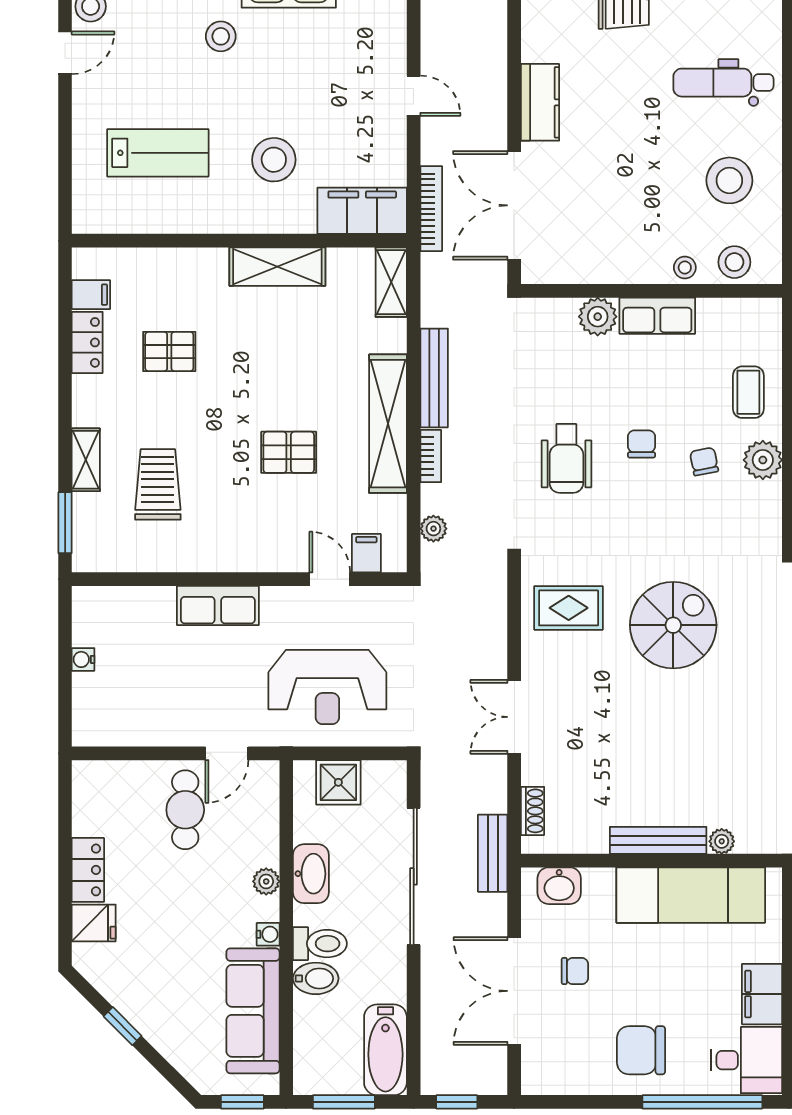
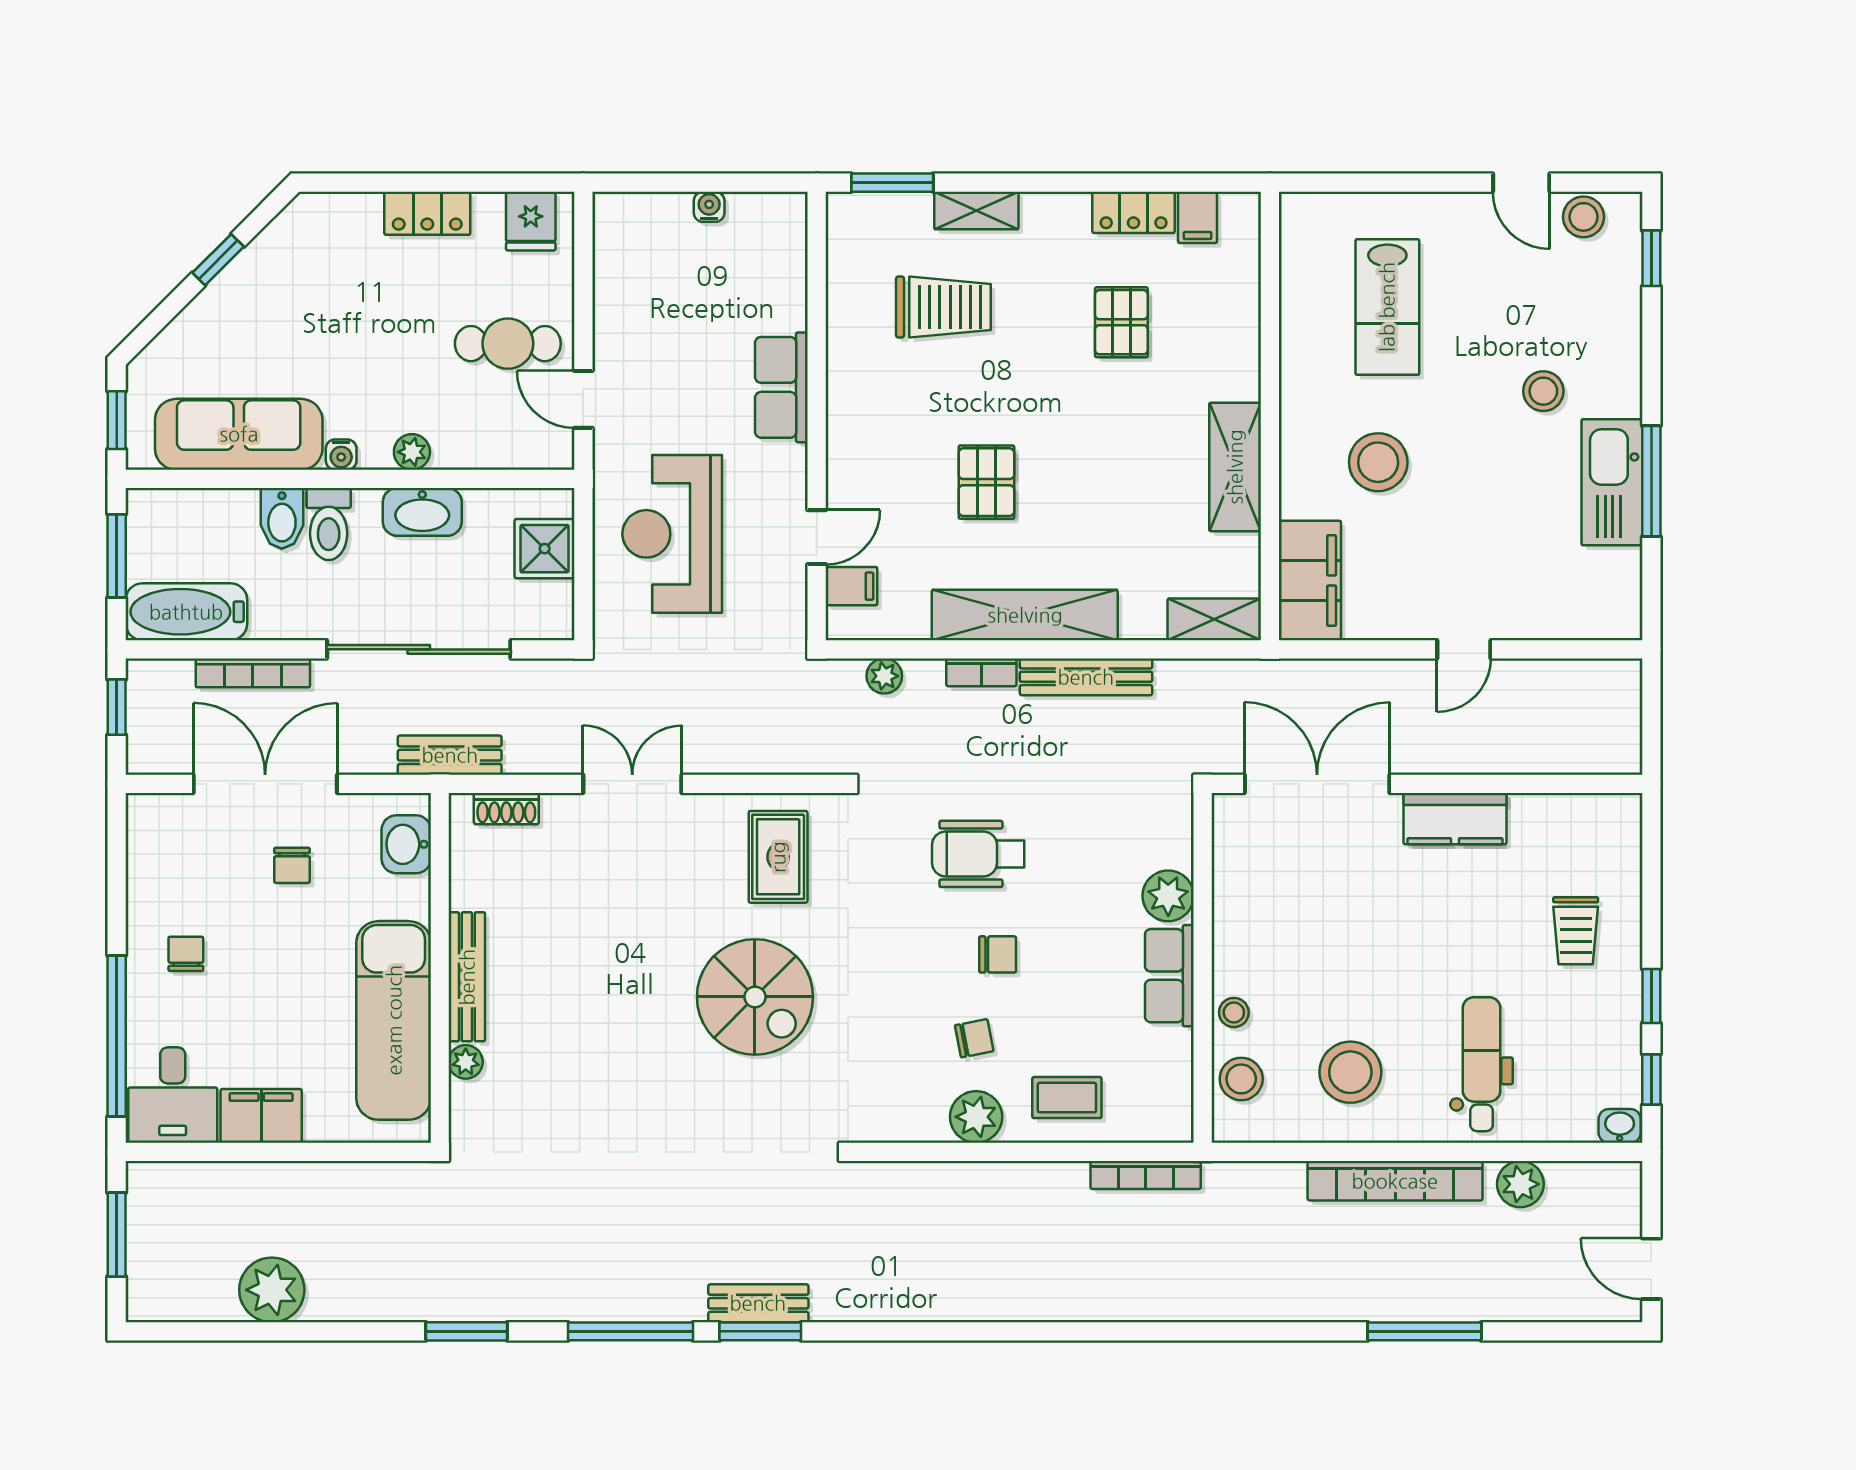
bookcase: (431, 209) -> (253, 673), moved
fridge: (94, 923) -> (531, 221), moved
chair: (641, 1050) -> (186, 954), width x0.54, depth x0.54

